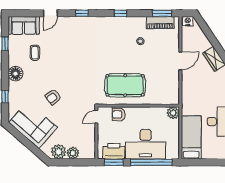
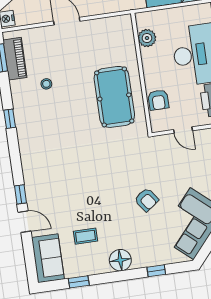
window: (82, 13) -> (21, 194), moved
plant: (173, 113) -> (147, 38), moved
door: (96, 117) -> (183, 130), moved

